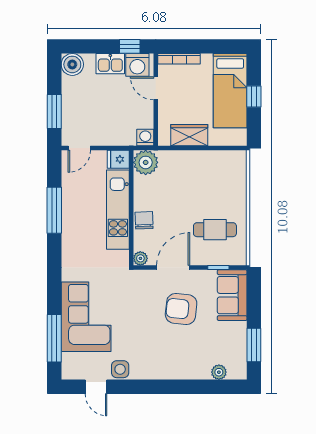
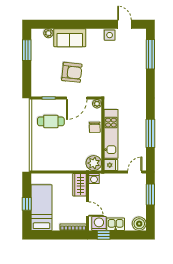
wardrobe: (189, 135) -> (80, 185), moved, turned 90
sofa: (232, 295) -> (70, 38), moved, turned 90
corner sofa: (86, 317) -> (131, 68), removed

